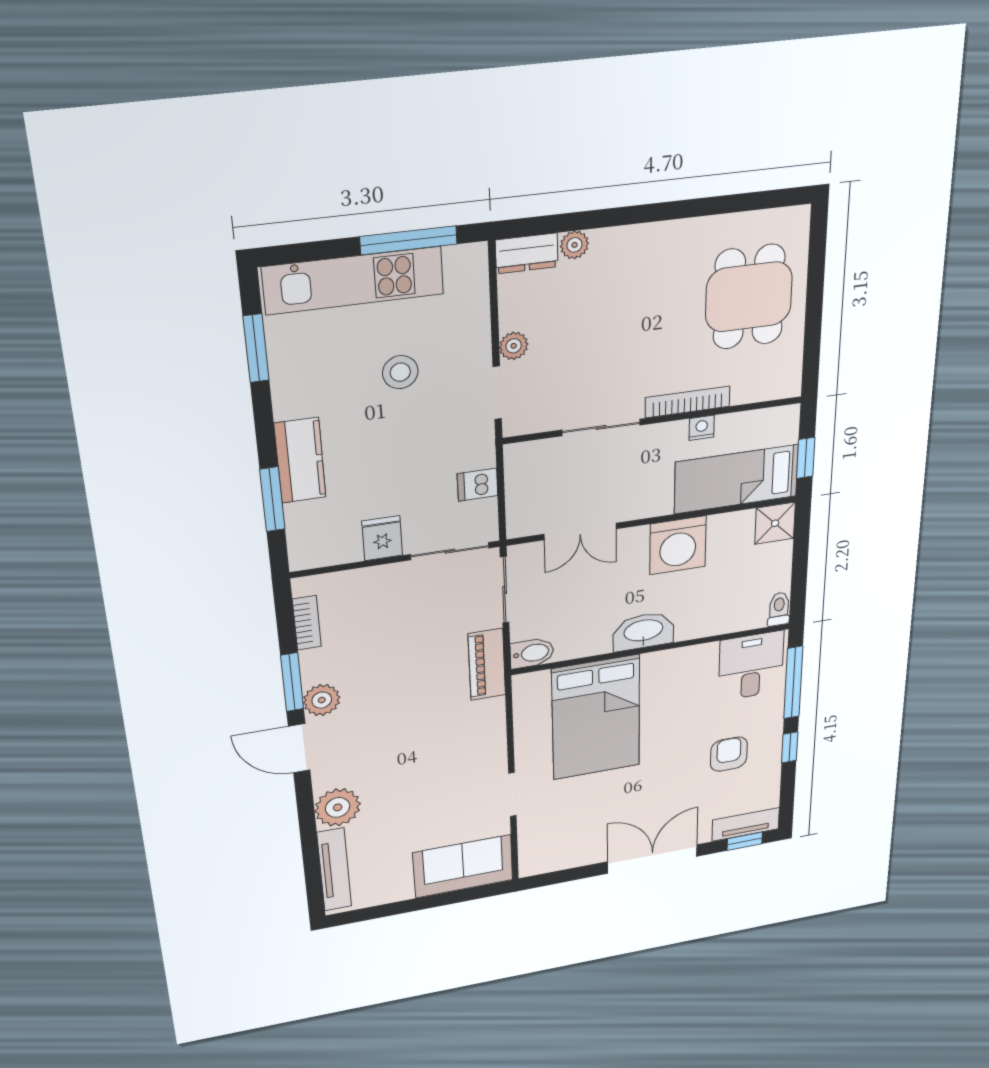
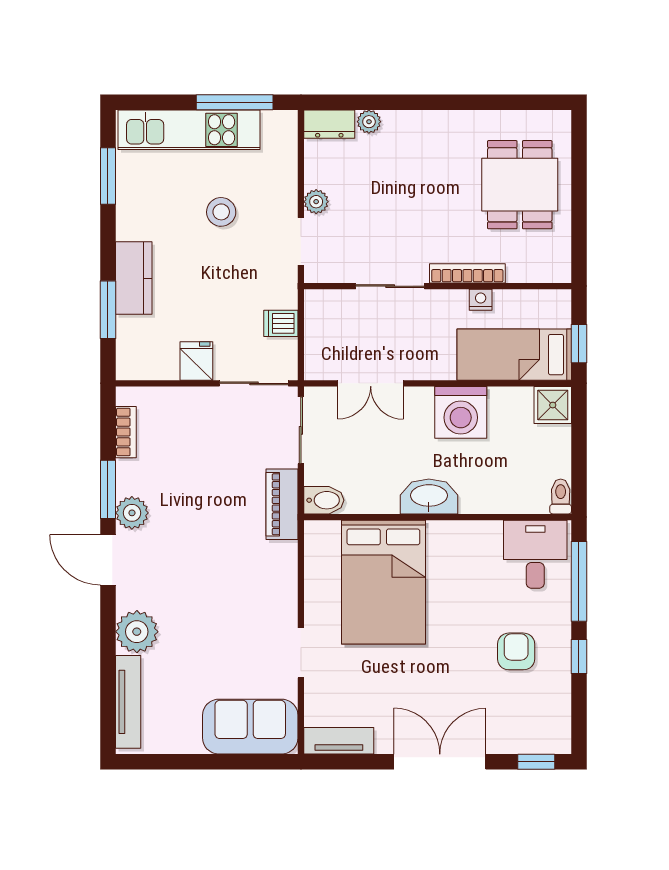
tv unit: (746, 824) -> (339, 741), moved

